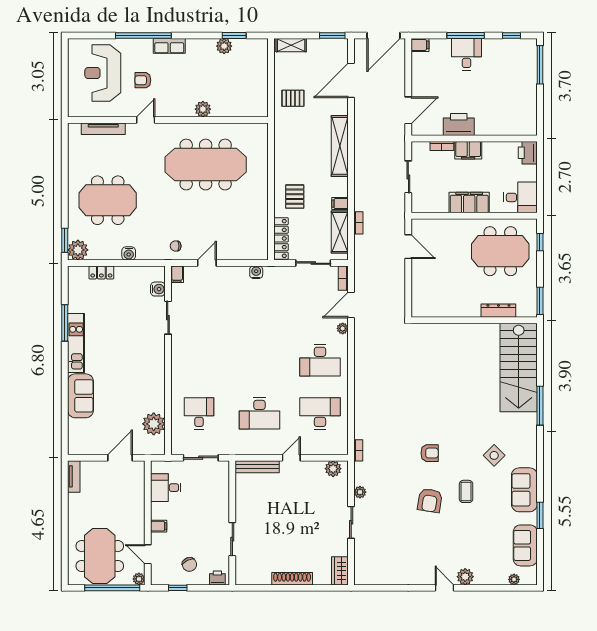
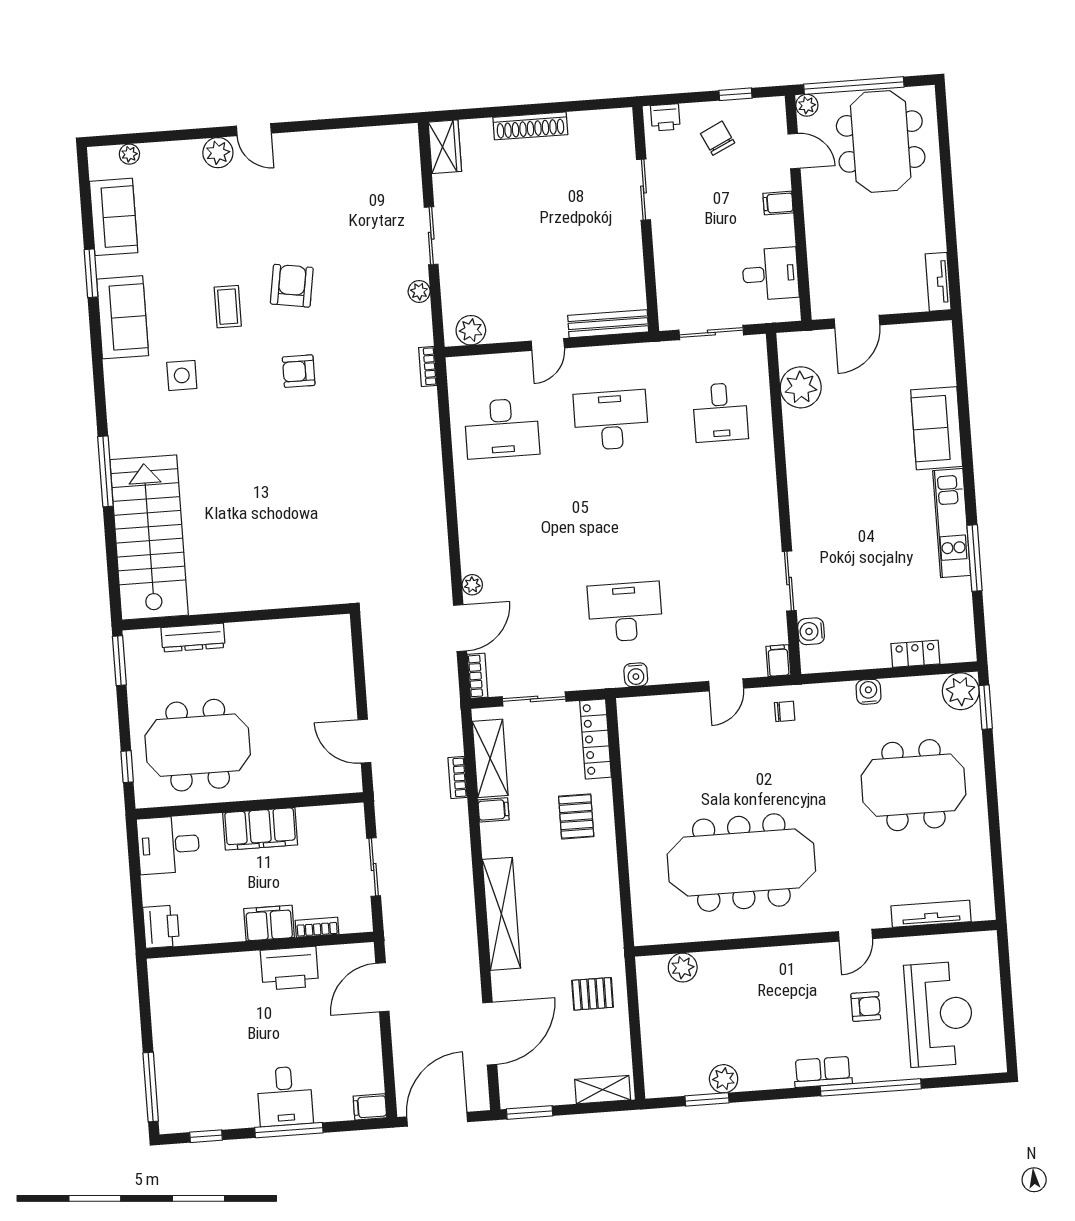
plant: (203, 109) -> (683, 968), moved
desk: (320, 360) -> (625, 612), moved
side table: (494, 455) -> (182, 375), turned 45

